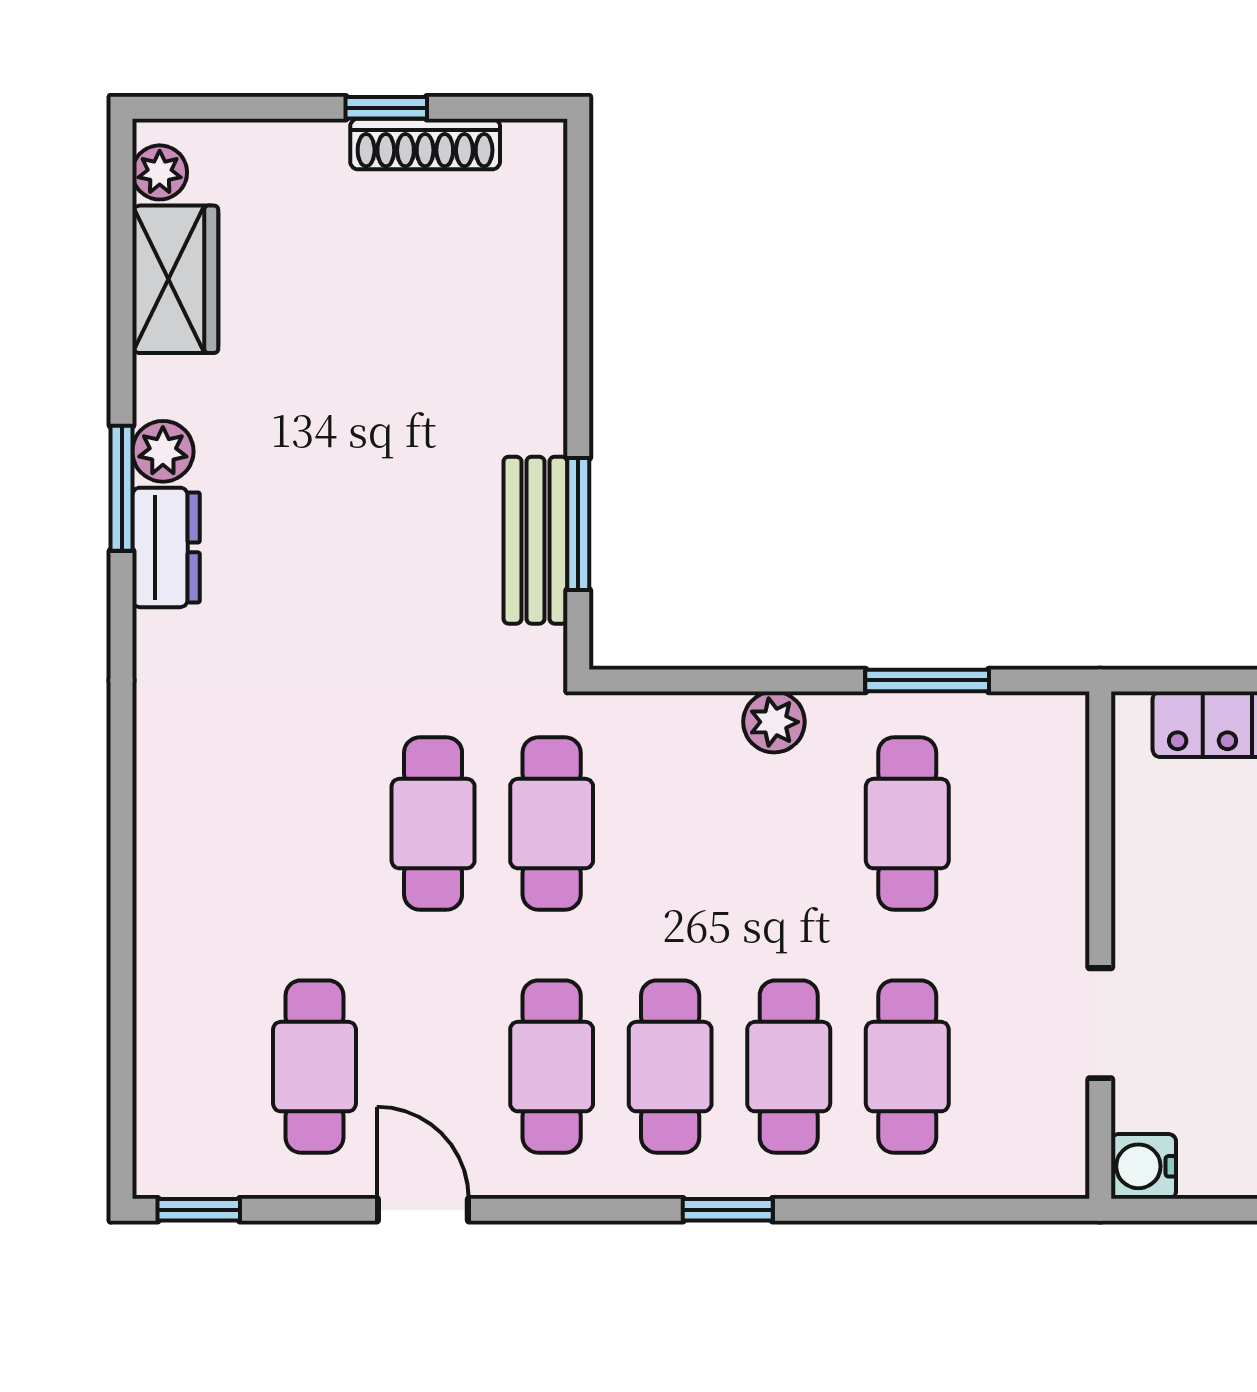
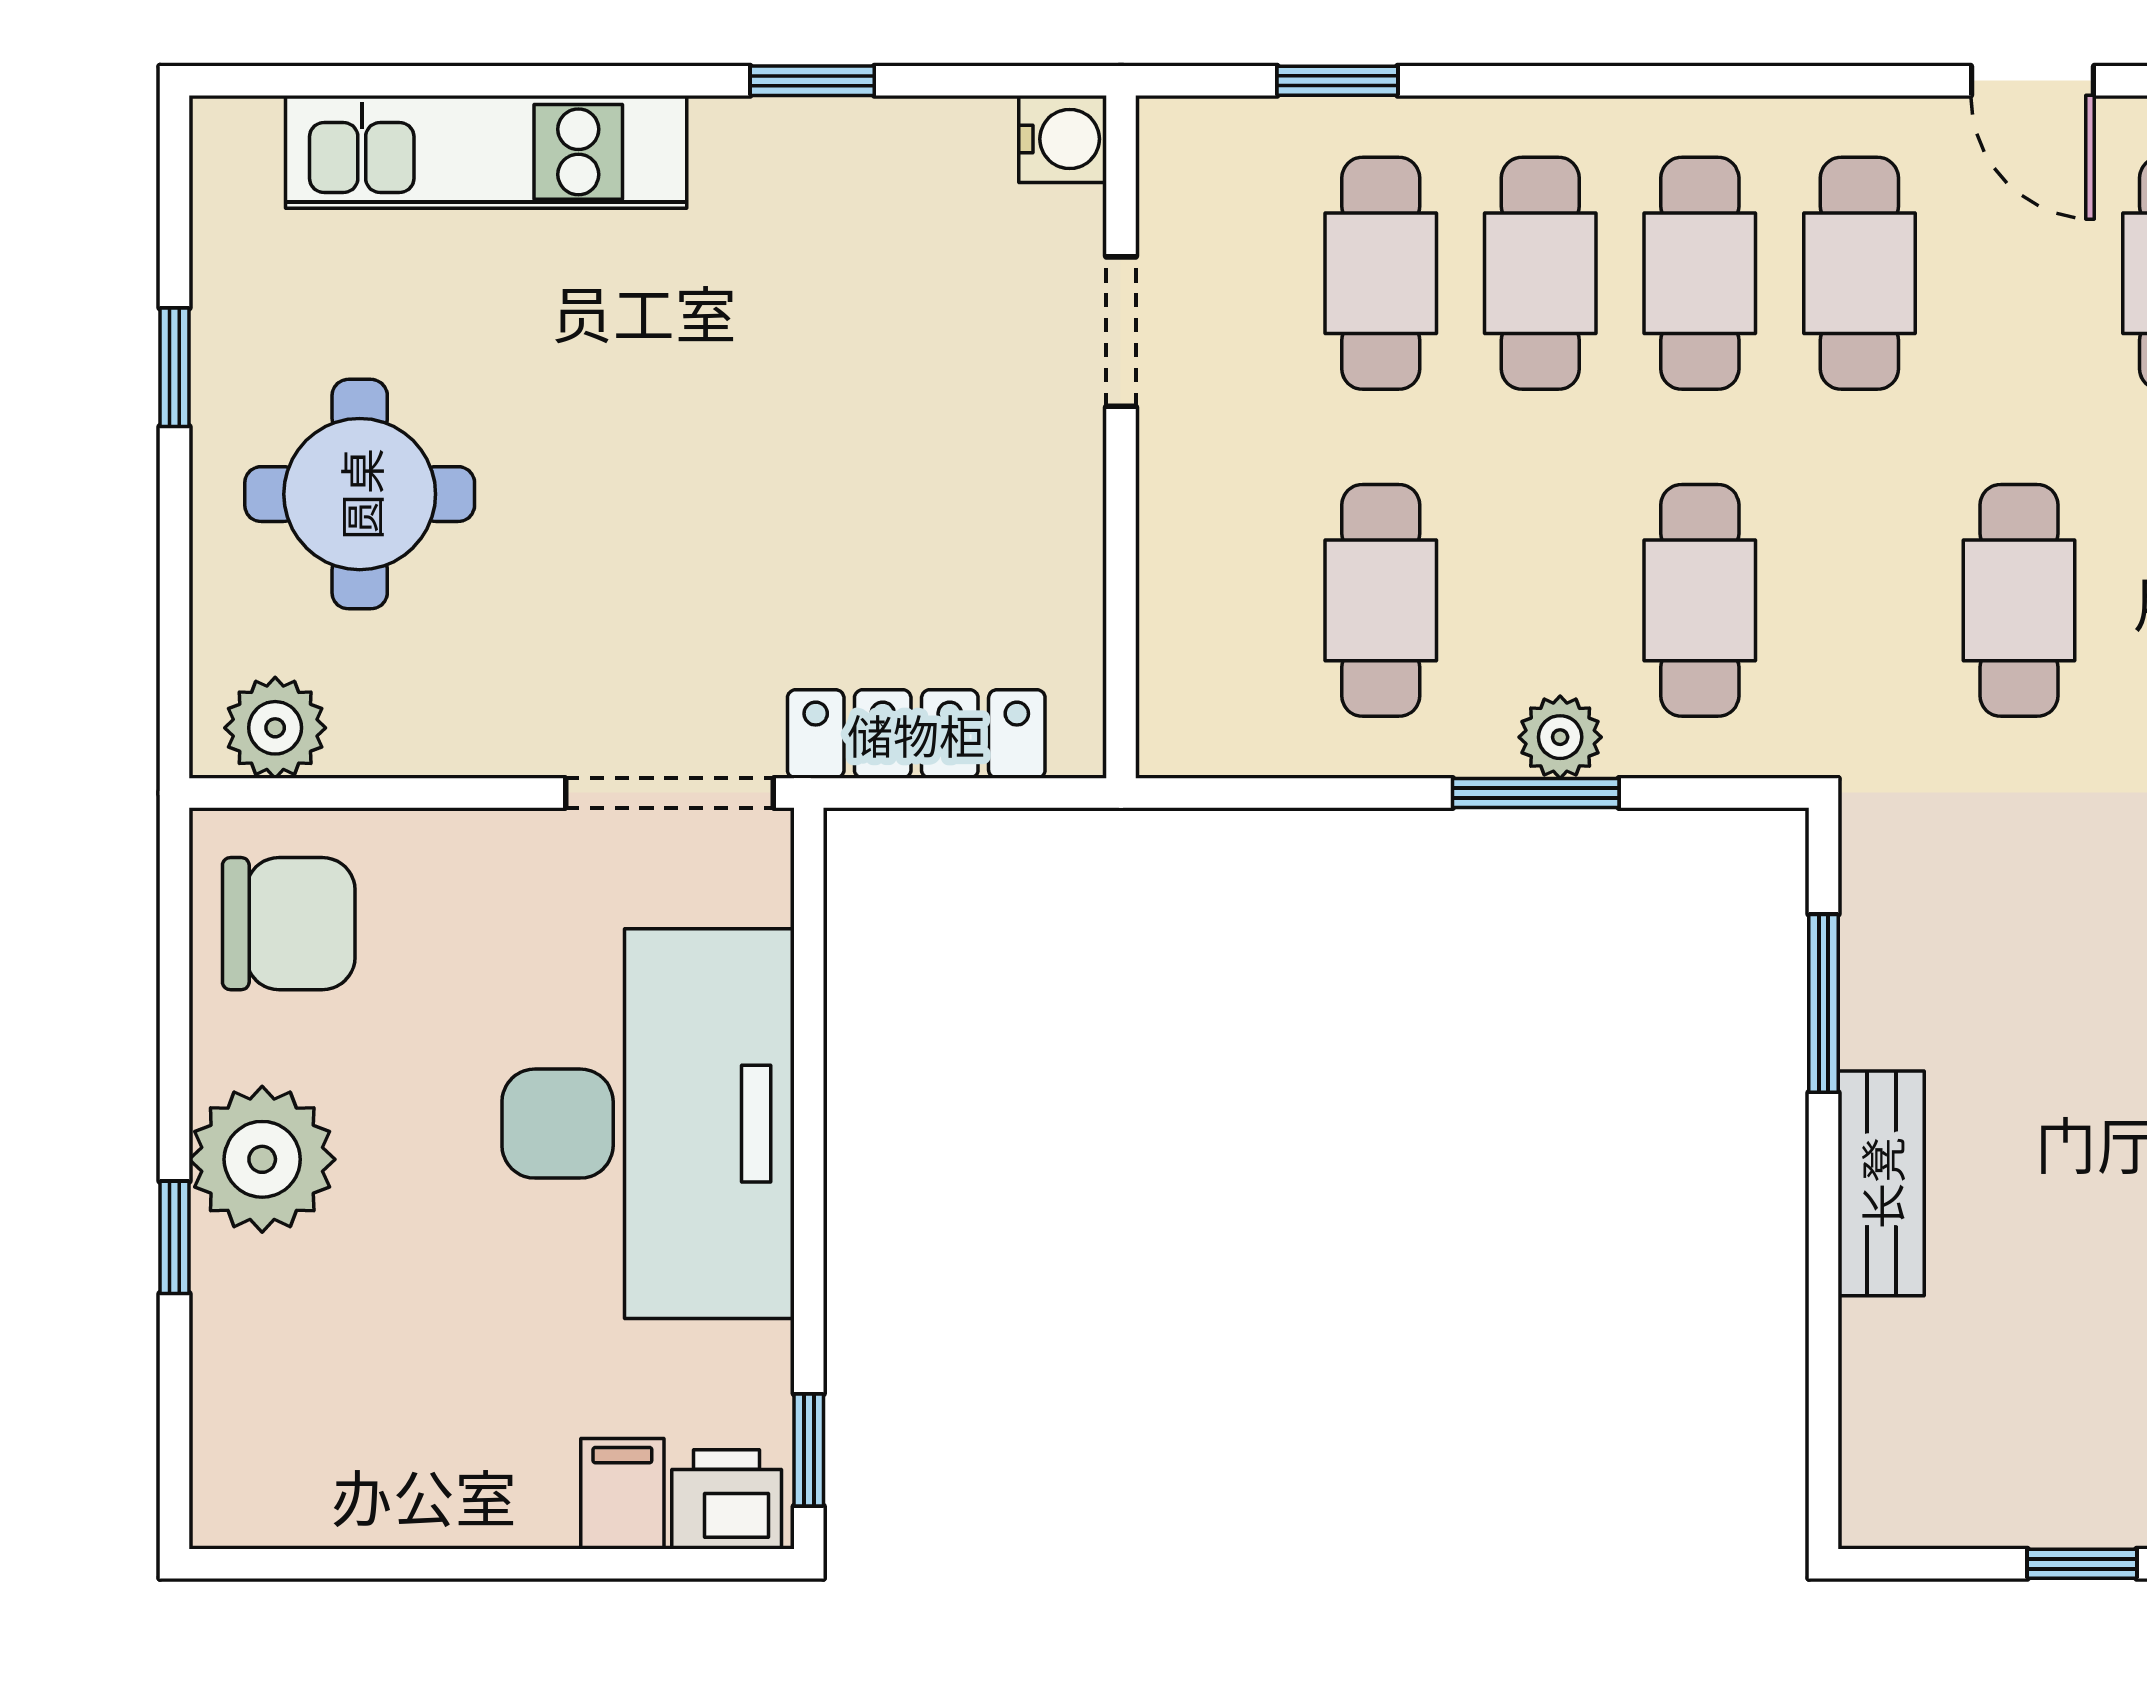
shoe rack: (425, 144) -> (2030, 1515), removed
bench: (535, 540) -> (1881, 1183), moved
window: (927, 680) -> (1536, 793), moved
cafe table: (552, 824) -> (1700, 600), moved
window: (728, 1210) -> (1337, 81), moved

